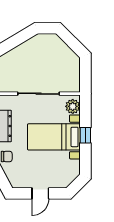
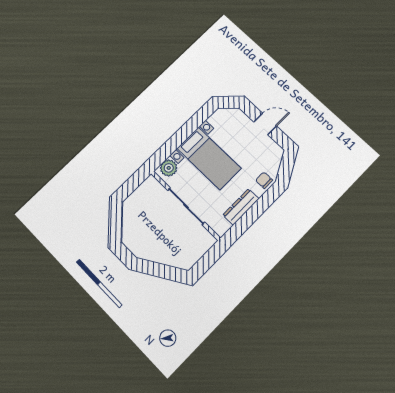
window: (85, 135) -> (182, 135), removed

